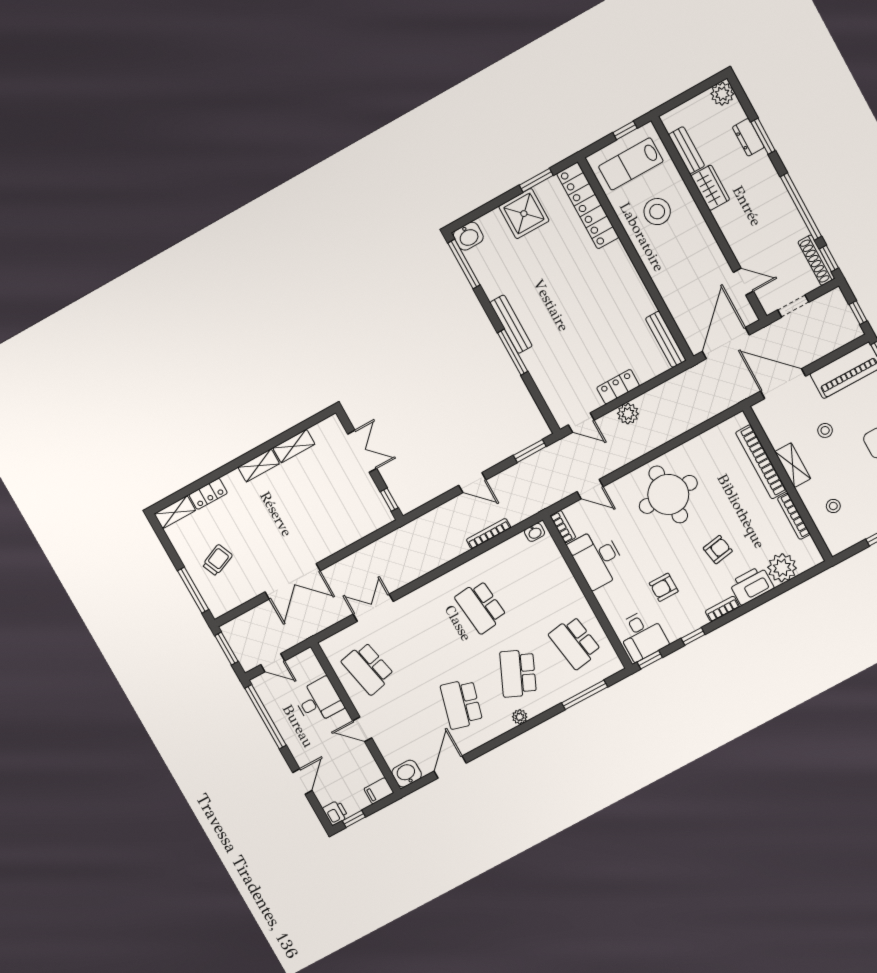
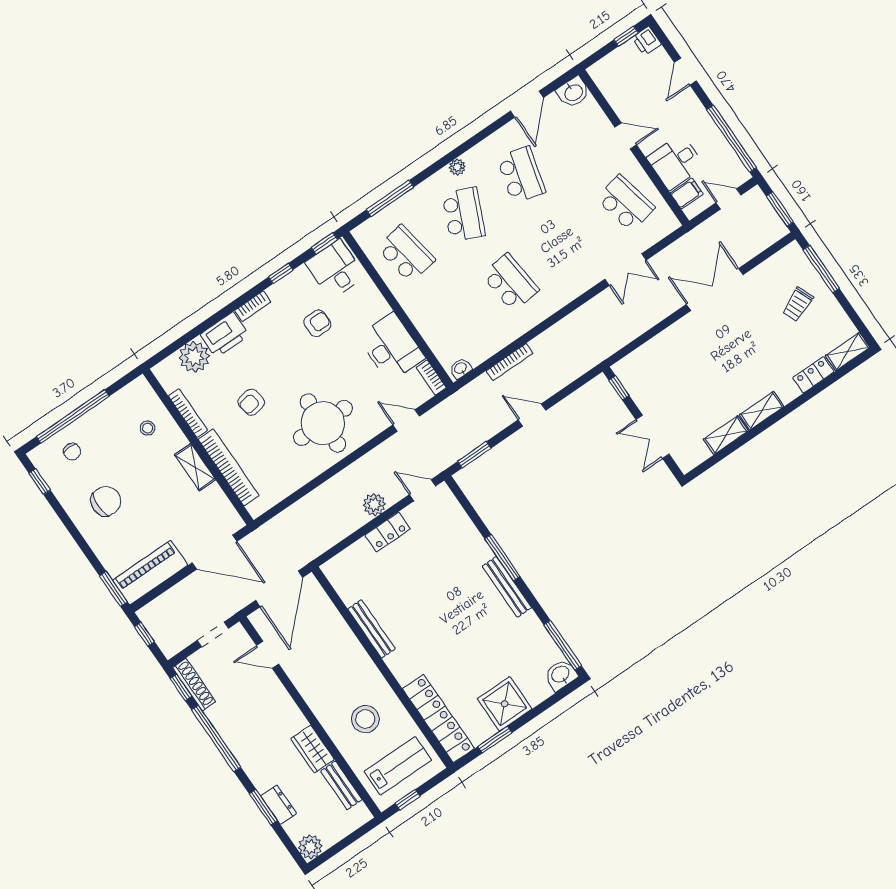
bench: (666, 339) -> (372, 629), moved
stool: (825, 430) -> (165, 507), removed
armchair: (718, 550) -> (251, 402), moved
filing cabinet: (379, 791) -> (687, 194), moved

